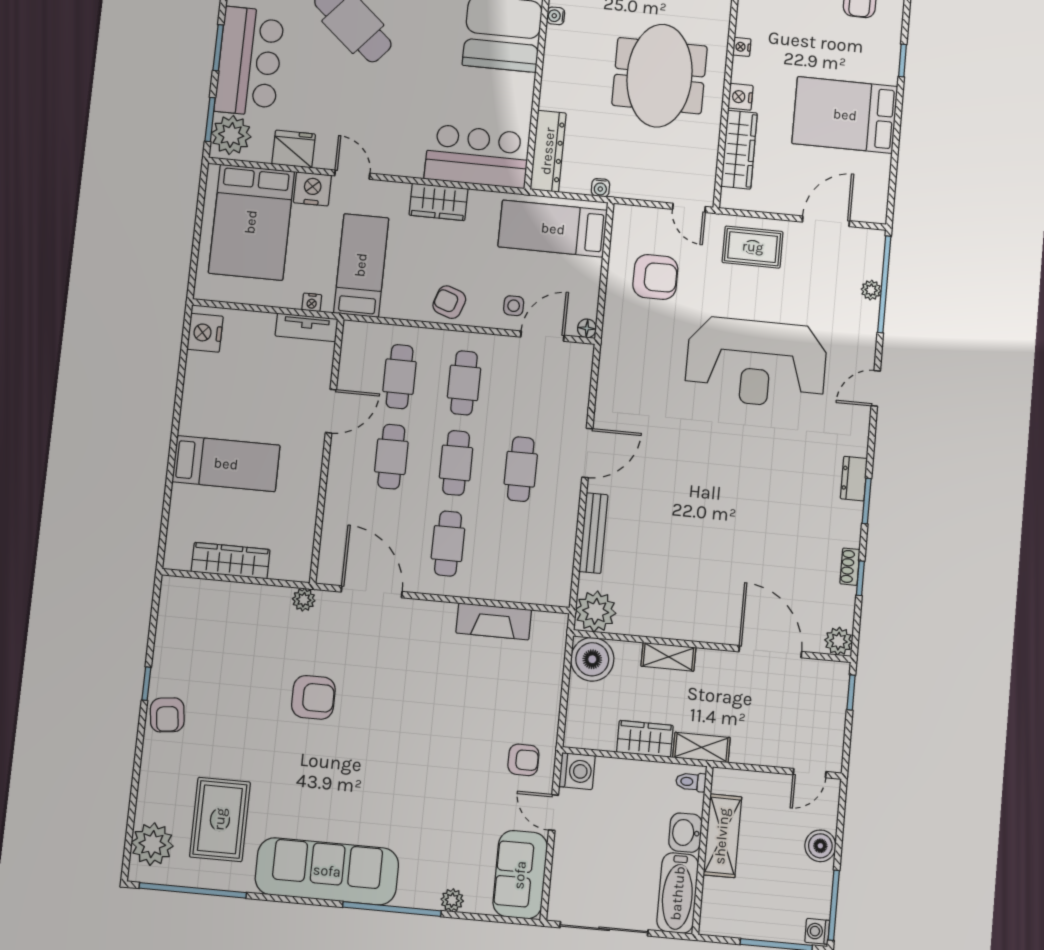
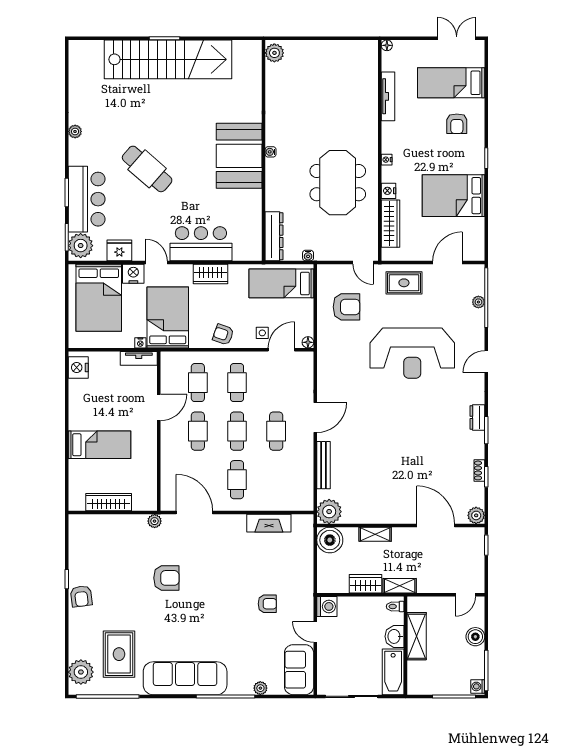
bar counter: (477, 156) -> (201, 244), moved
bed: (361, 265) -> (168, 318), width x1.50
armchair: (523, 760) -> (267, 604), moved

